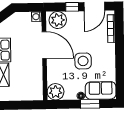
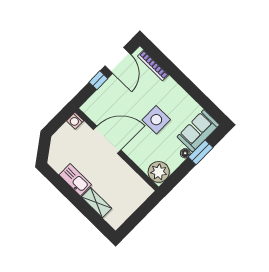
plant: (58, 20) -> (97, 105), removed

